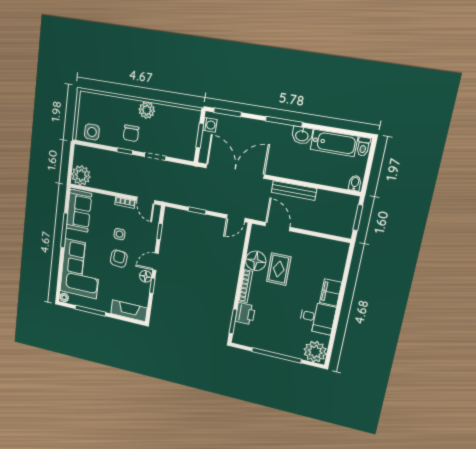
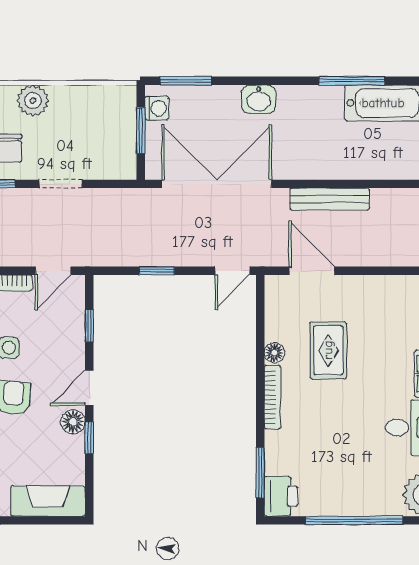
window: (284, 122) -> (352, 81), moved
washbasin: (302, 135) -> (259, 99), moved
door: (146, 200) -> (53, 271), hinge flipped
floor lamp: (256, 261) -> (274, 353), width x0.53, depth x0.53
printer: (245, 314) -> (281, 496), moved

